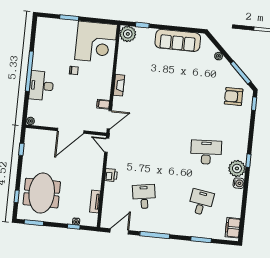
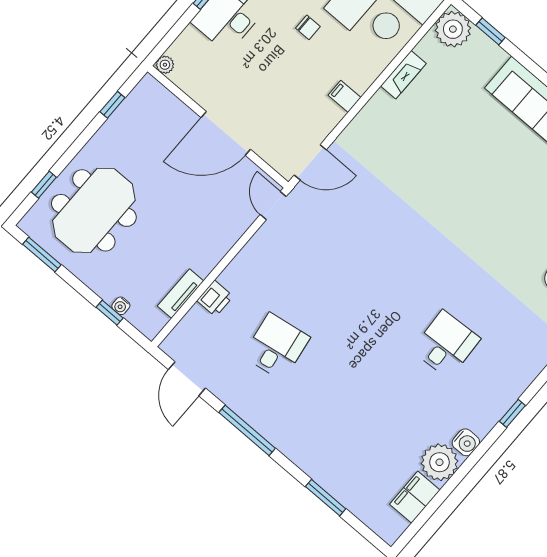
fireplace: (119, 85) -> (403, 75), moved
filing cabinet: (103, 104) -> (344, 96), moved
desk: (206, 152) -> (446, 344), width x0.73
plant: (237, 168) -> (439, 462), moved
printer: (111, 175) -> (215, 298), moved
desk: (201, 202) -> (373, 429), removed
filing cabinet: (233, 228) -> (415, 497), moved
door: (119, 231) -> (187, 379), swing flipped

